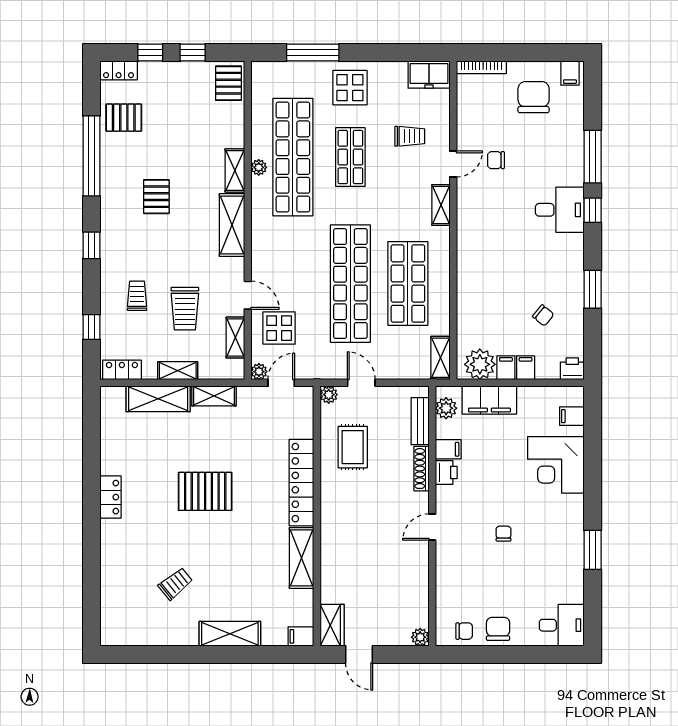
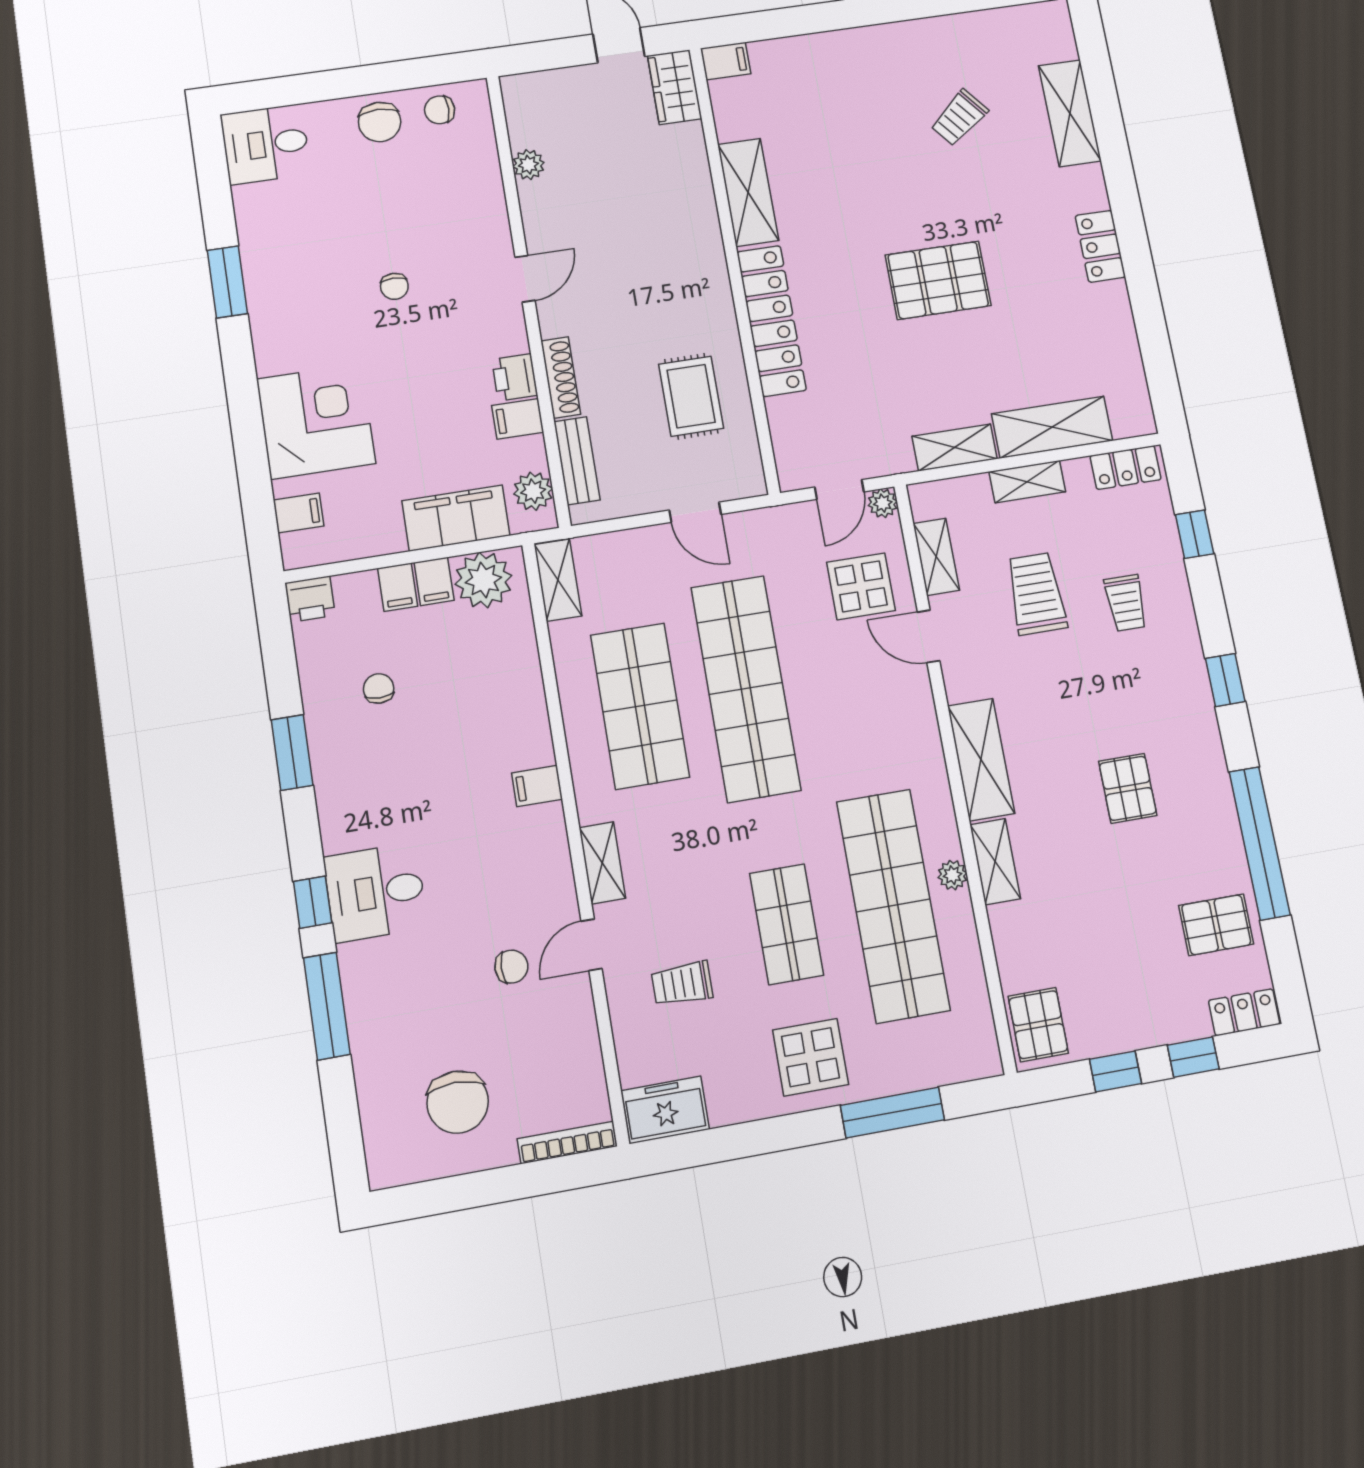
filing cabinet: (570, 73) -> (537, 786), moved, turned -90
chair: (543, 315) -> (379, 688), turned 51
plant: (329, 395) -> (750, 482), removed
shelving: (230, 634) -> (1070, 113), moved, turned 90
plant: (420, 637) -> (528, 165), moved

